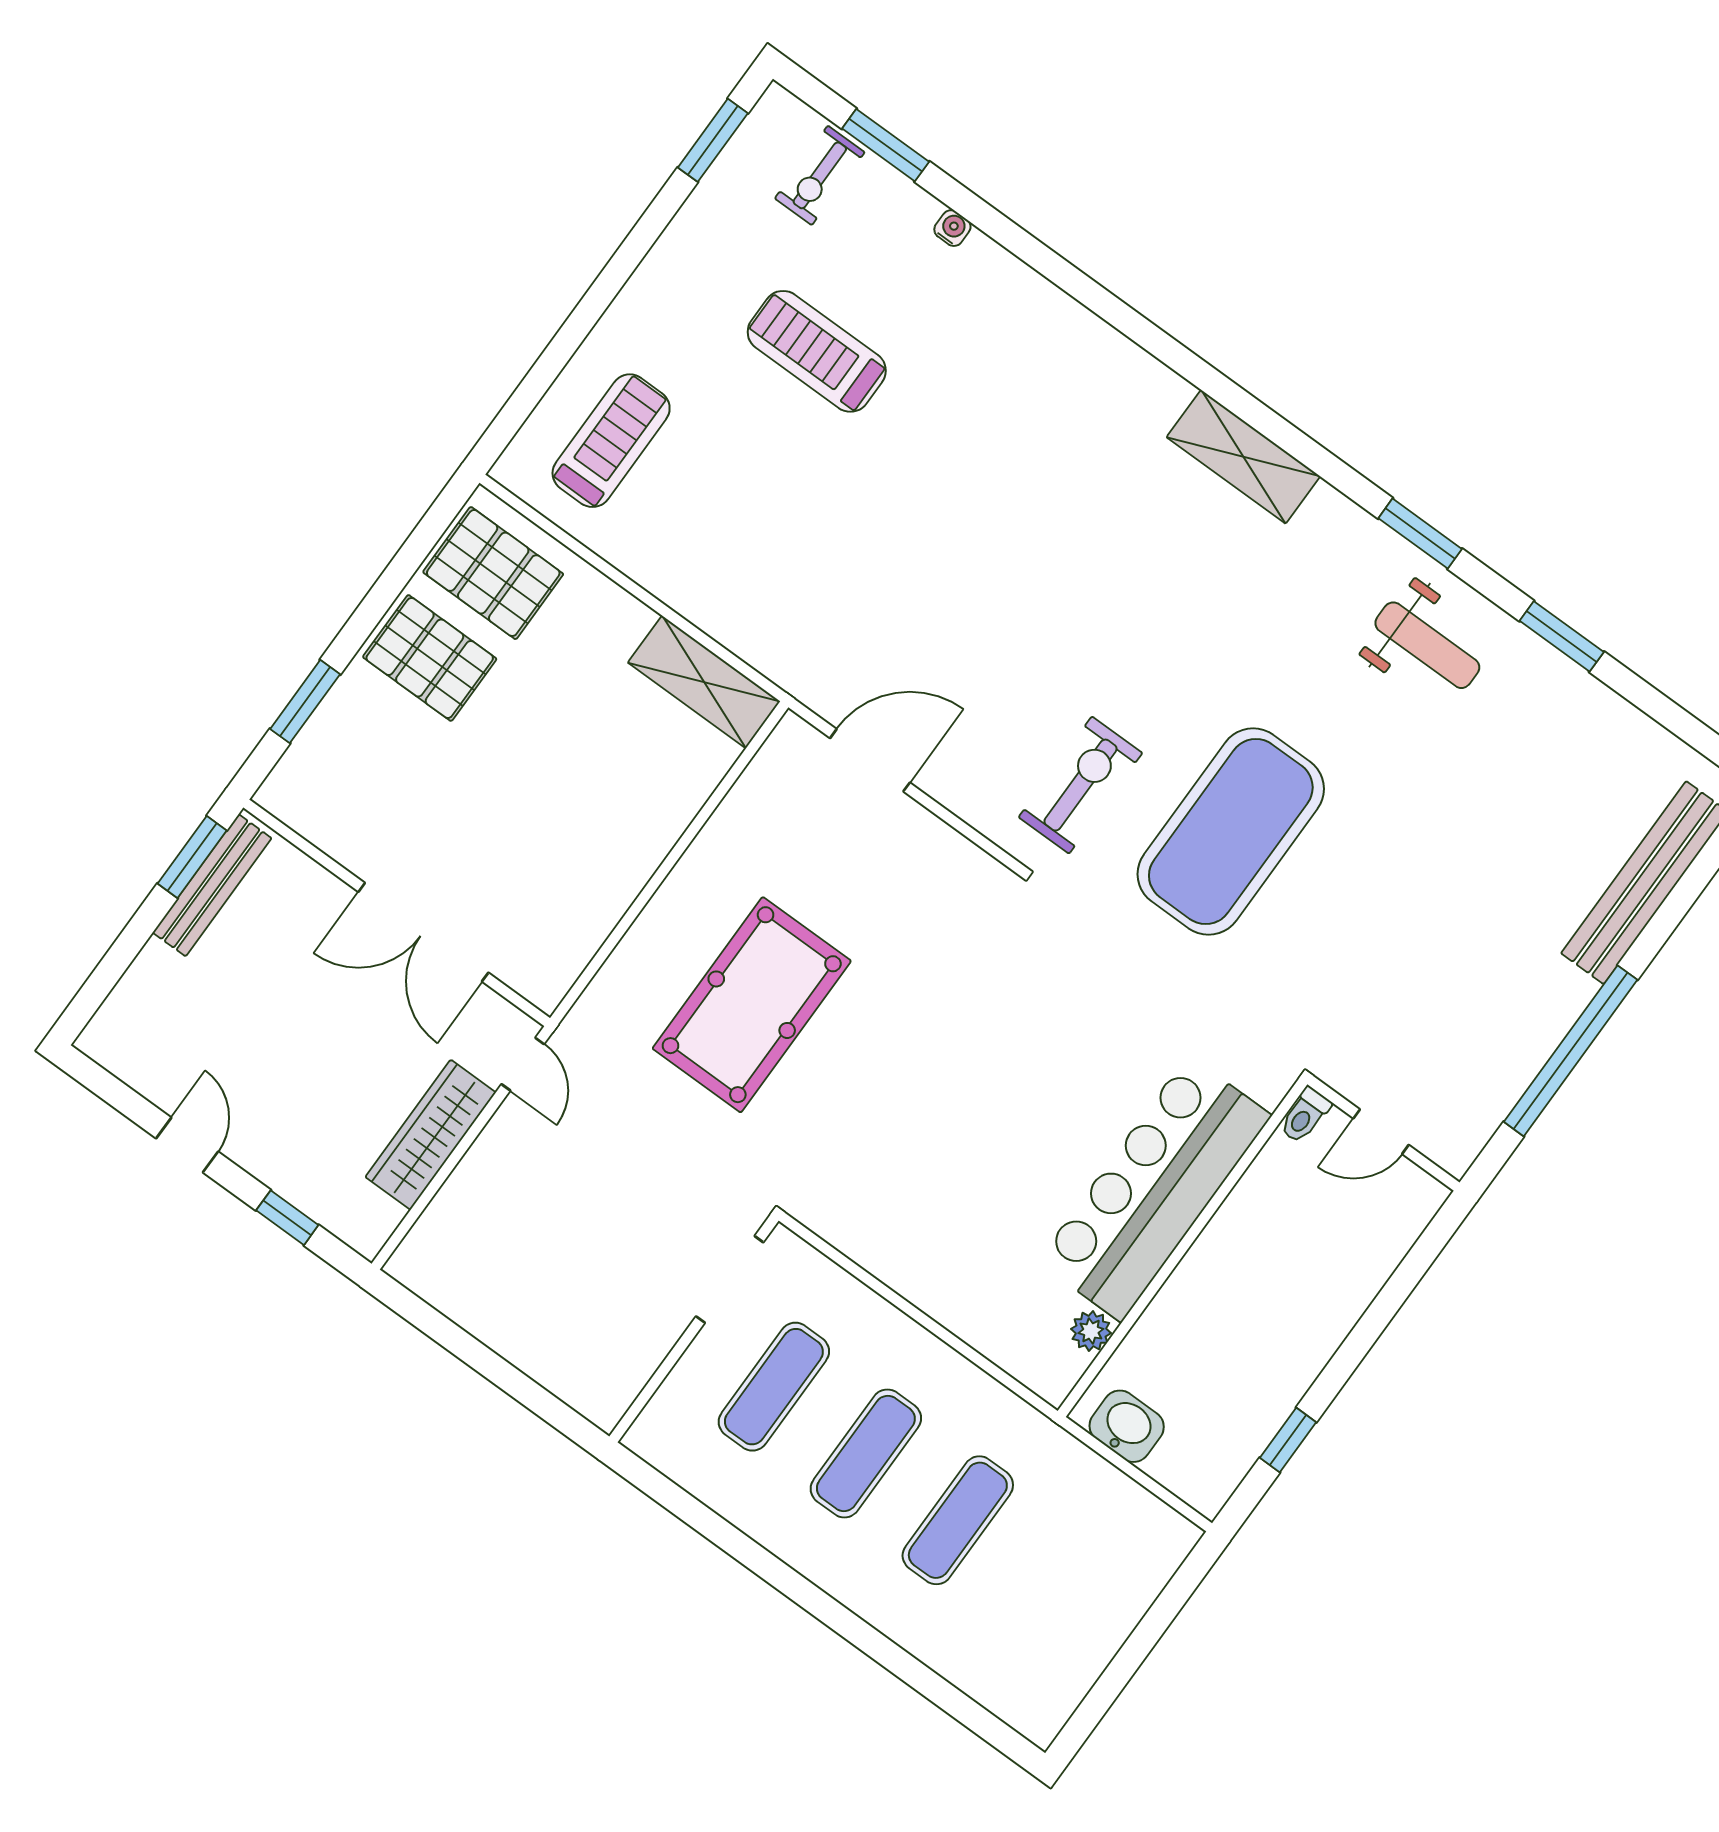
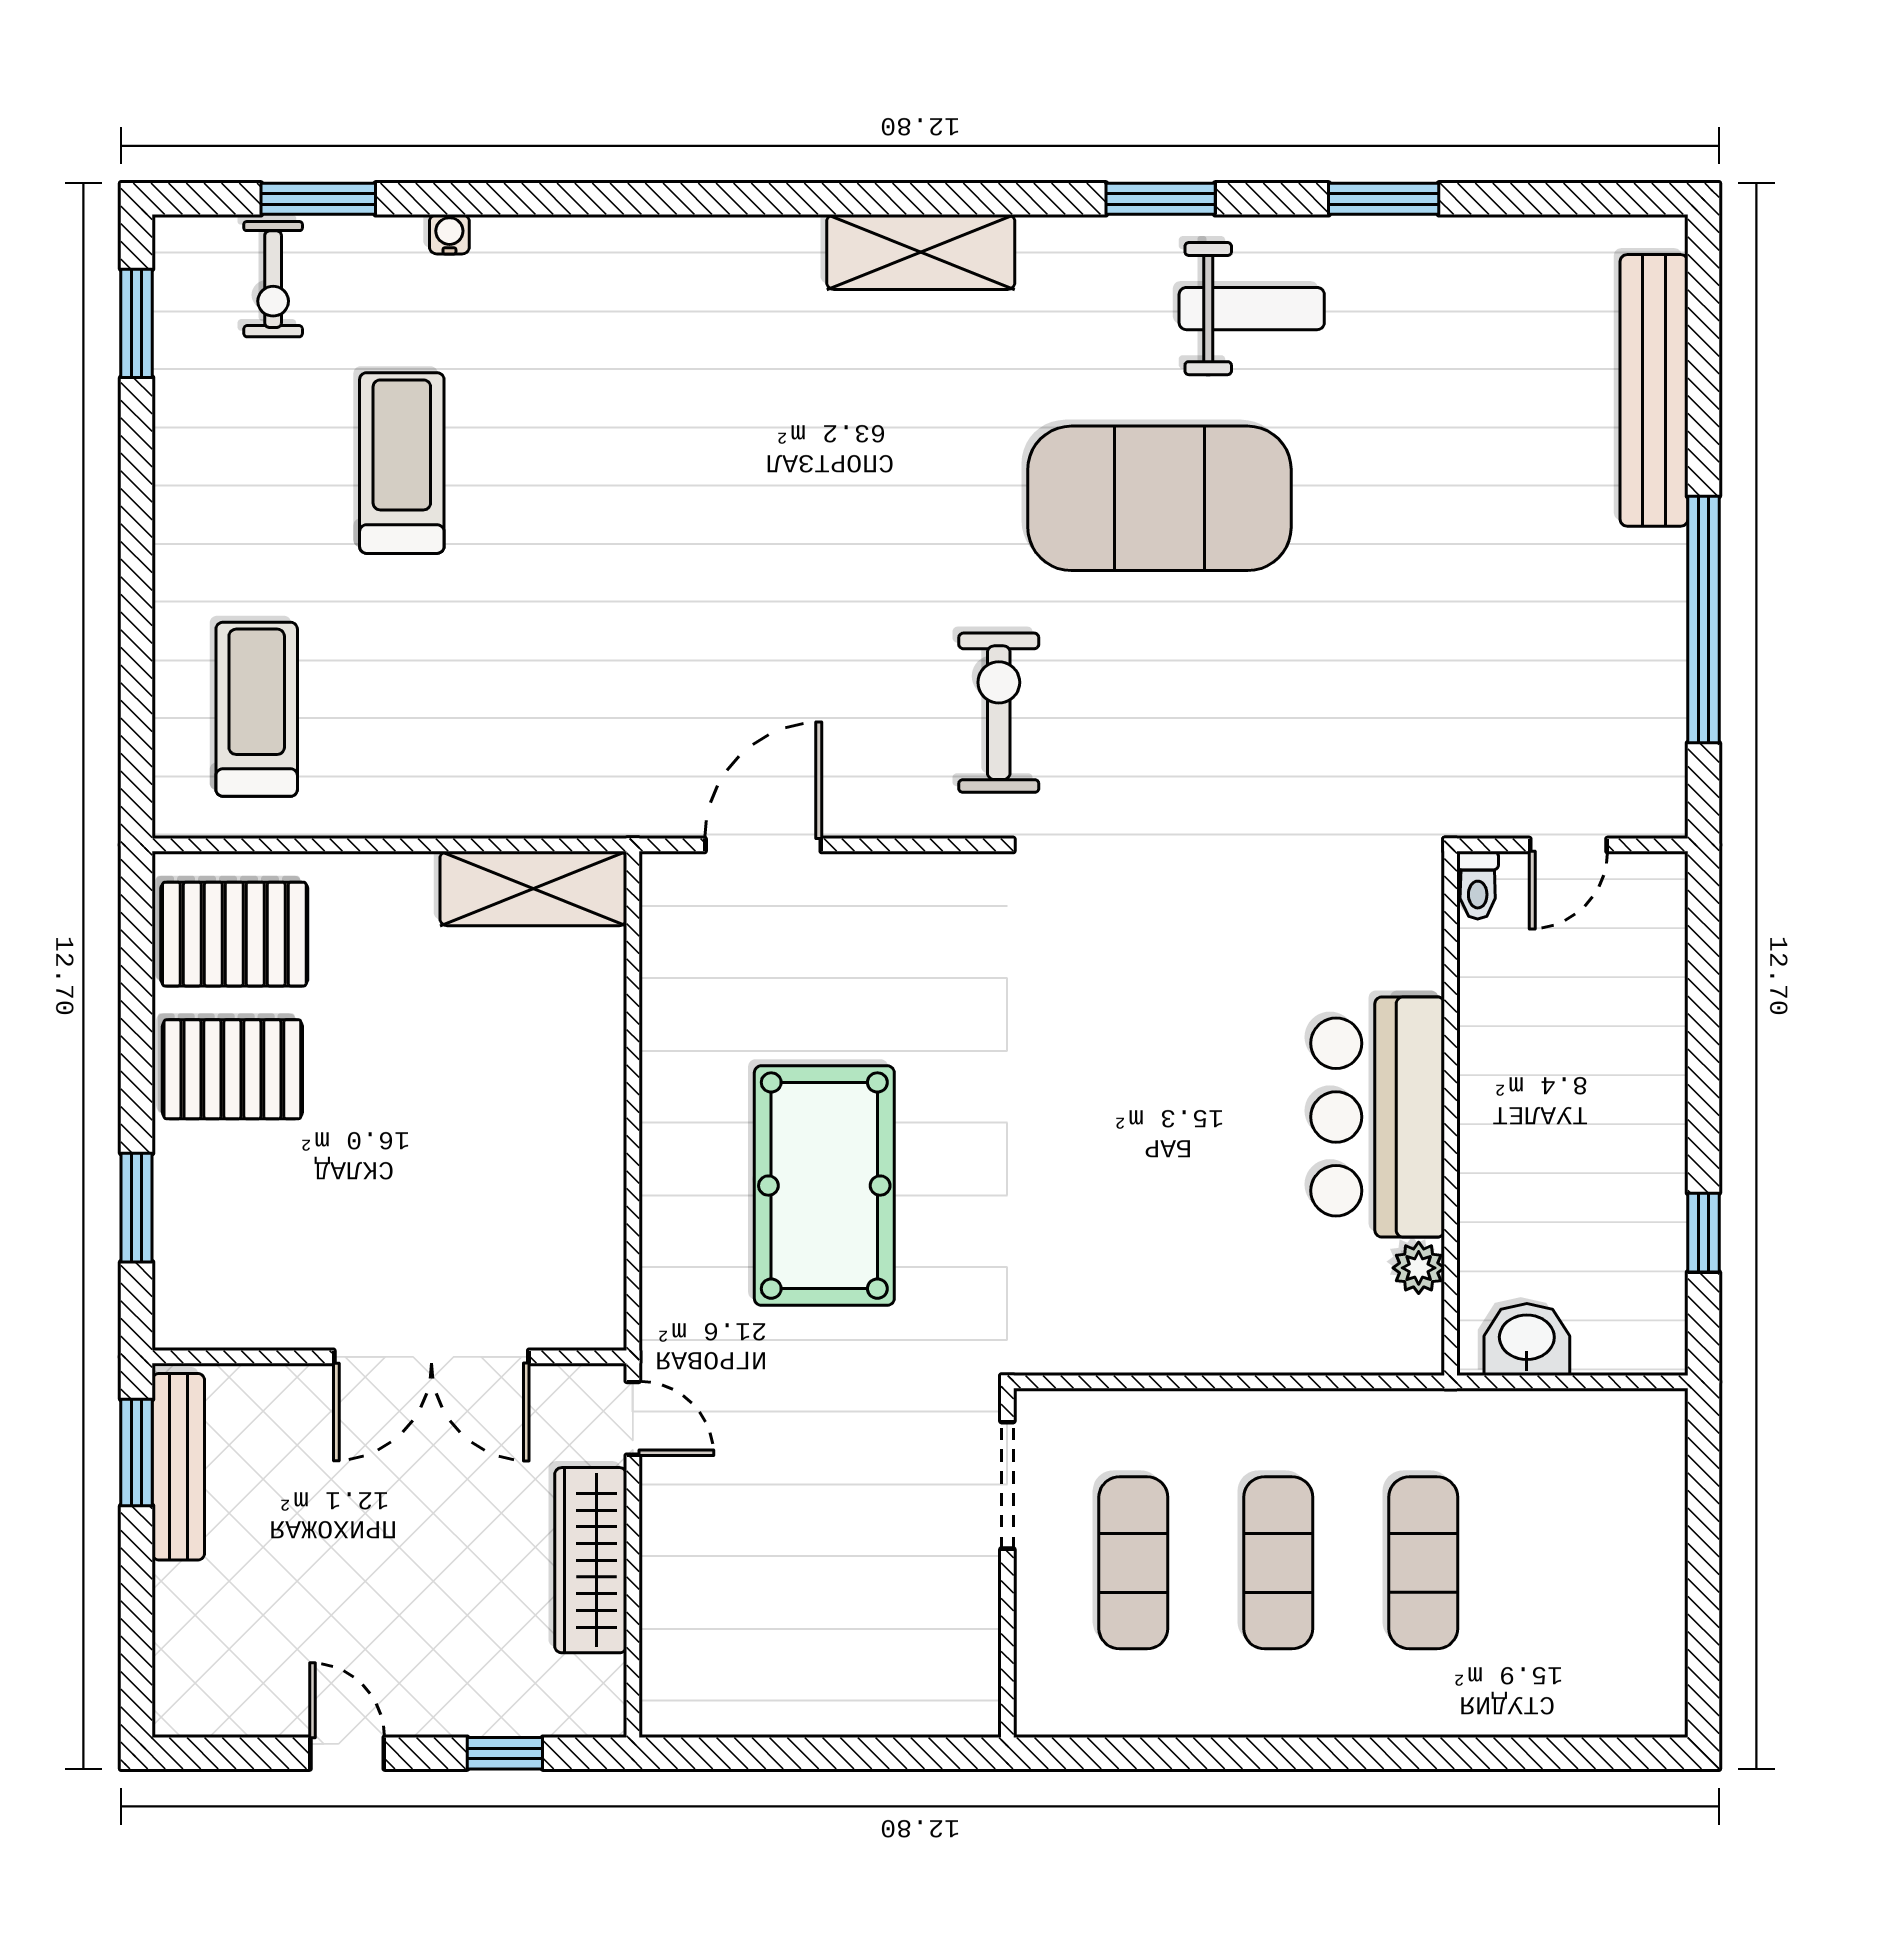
treadmill: (817, 351) -> (402, 463), turned 90
exercise mat: (1231, 832) -> (1159, 498), moved, turned 90
bar counter: (1155, 1189) -> (1378, 1117), width x0.73

